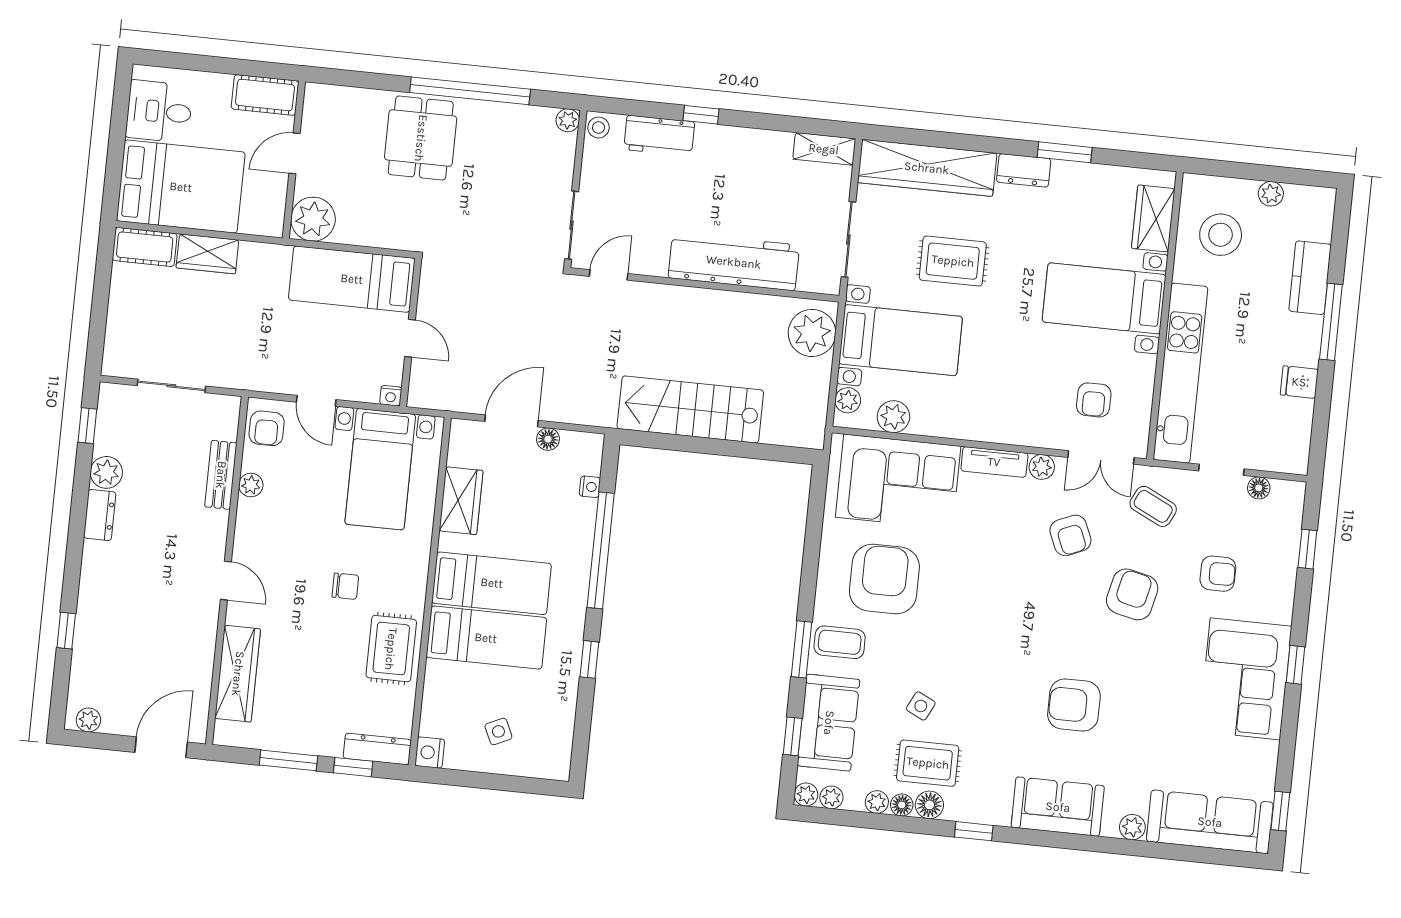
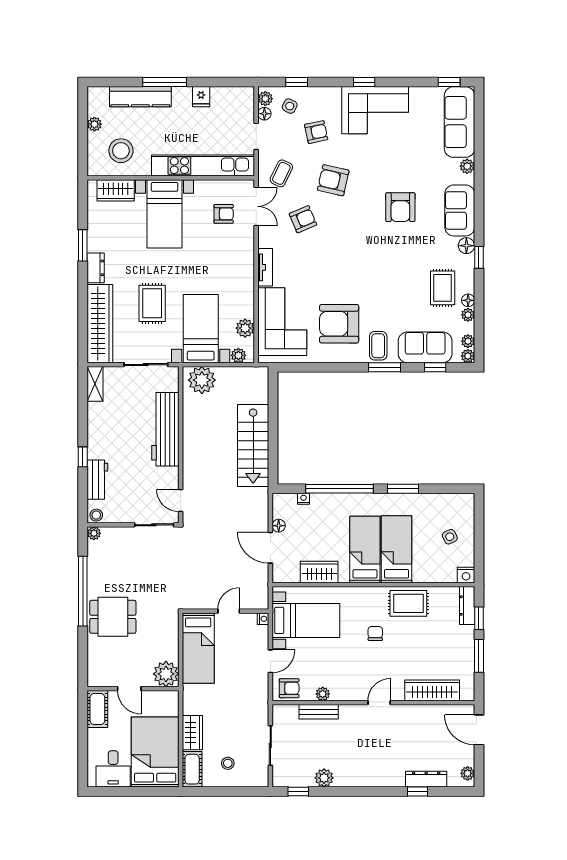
kitchen counter: (1310, 278) -> (140, 97), width x1.50
stool: (148, 310) -> (228, 763), added
plant: (1042, 467) -> (265, 99), moved
dresser: (100, 515) -> (426, 779), moved, width x1.44
armchair: (1218, 574) -> (316, 132), turned 78
window: (589, 659) -> (403, 489), width x1.50
side table: (921, 706) -> (290, 106), moved
floor lamp: (929, 805) -> (466, 246), moved

